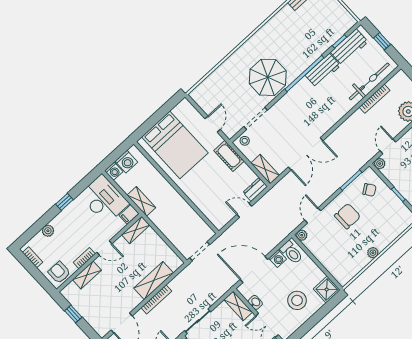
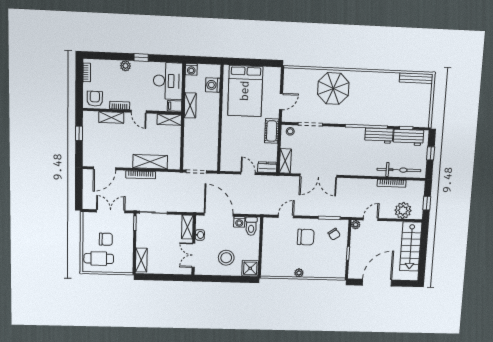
parasol: (268, 77) -> (333, 88), moved
washing machine: (126, 162) -> (213, 85), moved, turned 90
plant: (48, 231) -> (125, 66), moved
plant: (302, 235) -> (268, 222), removed

